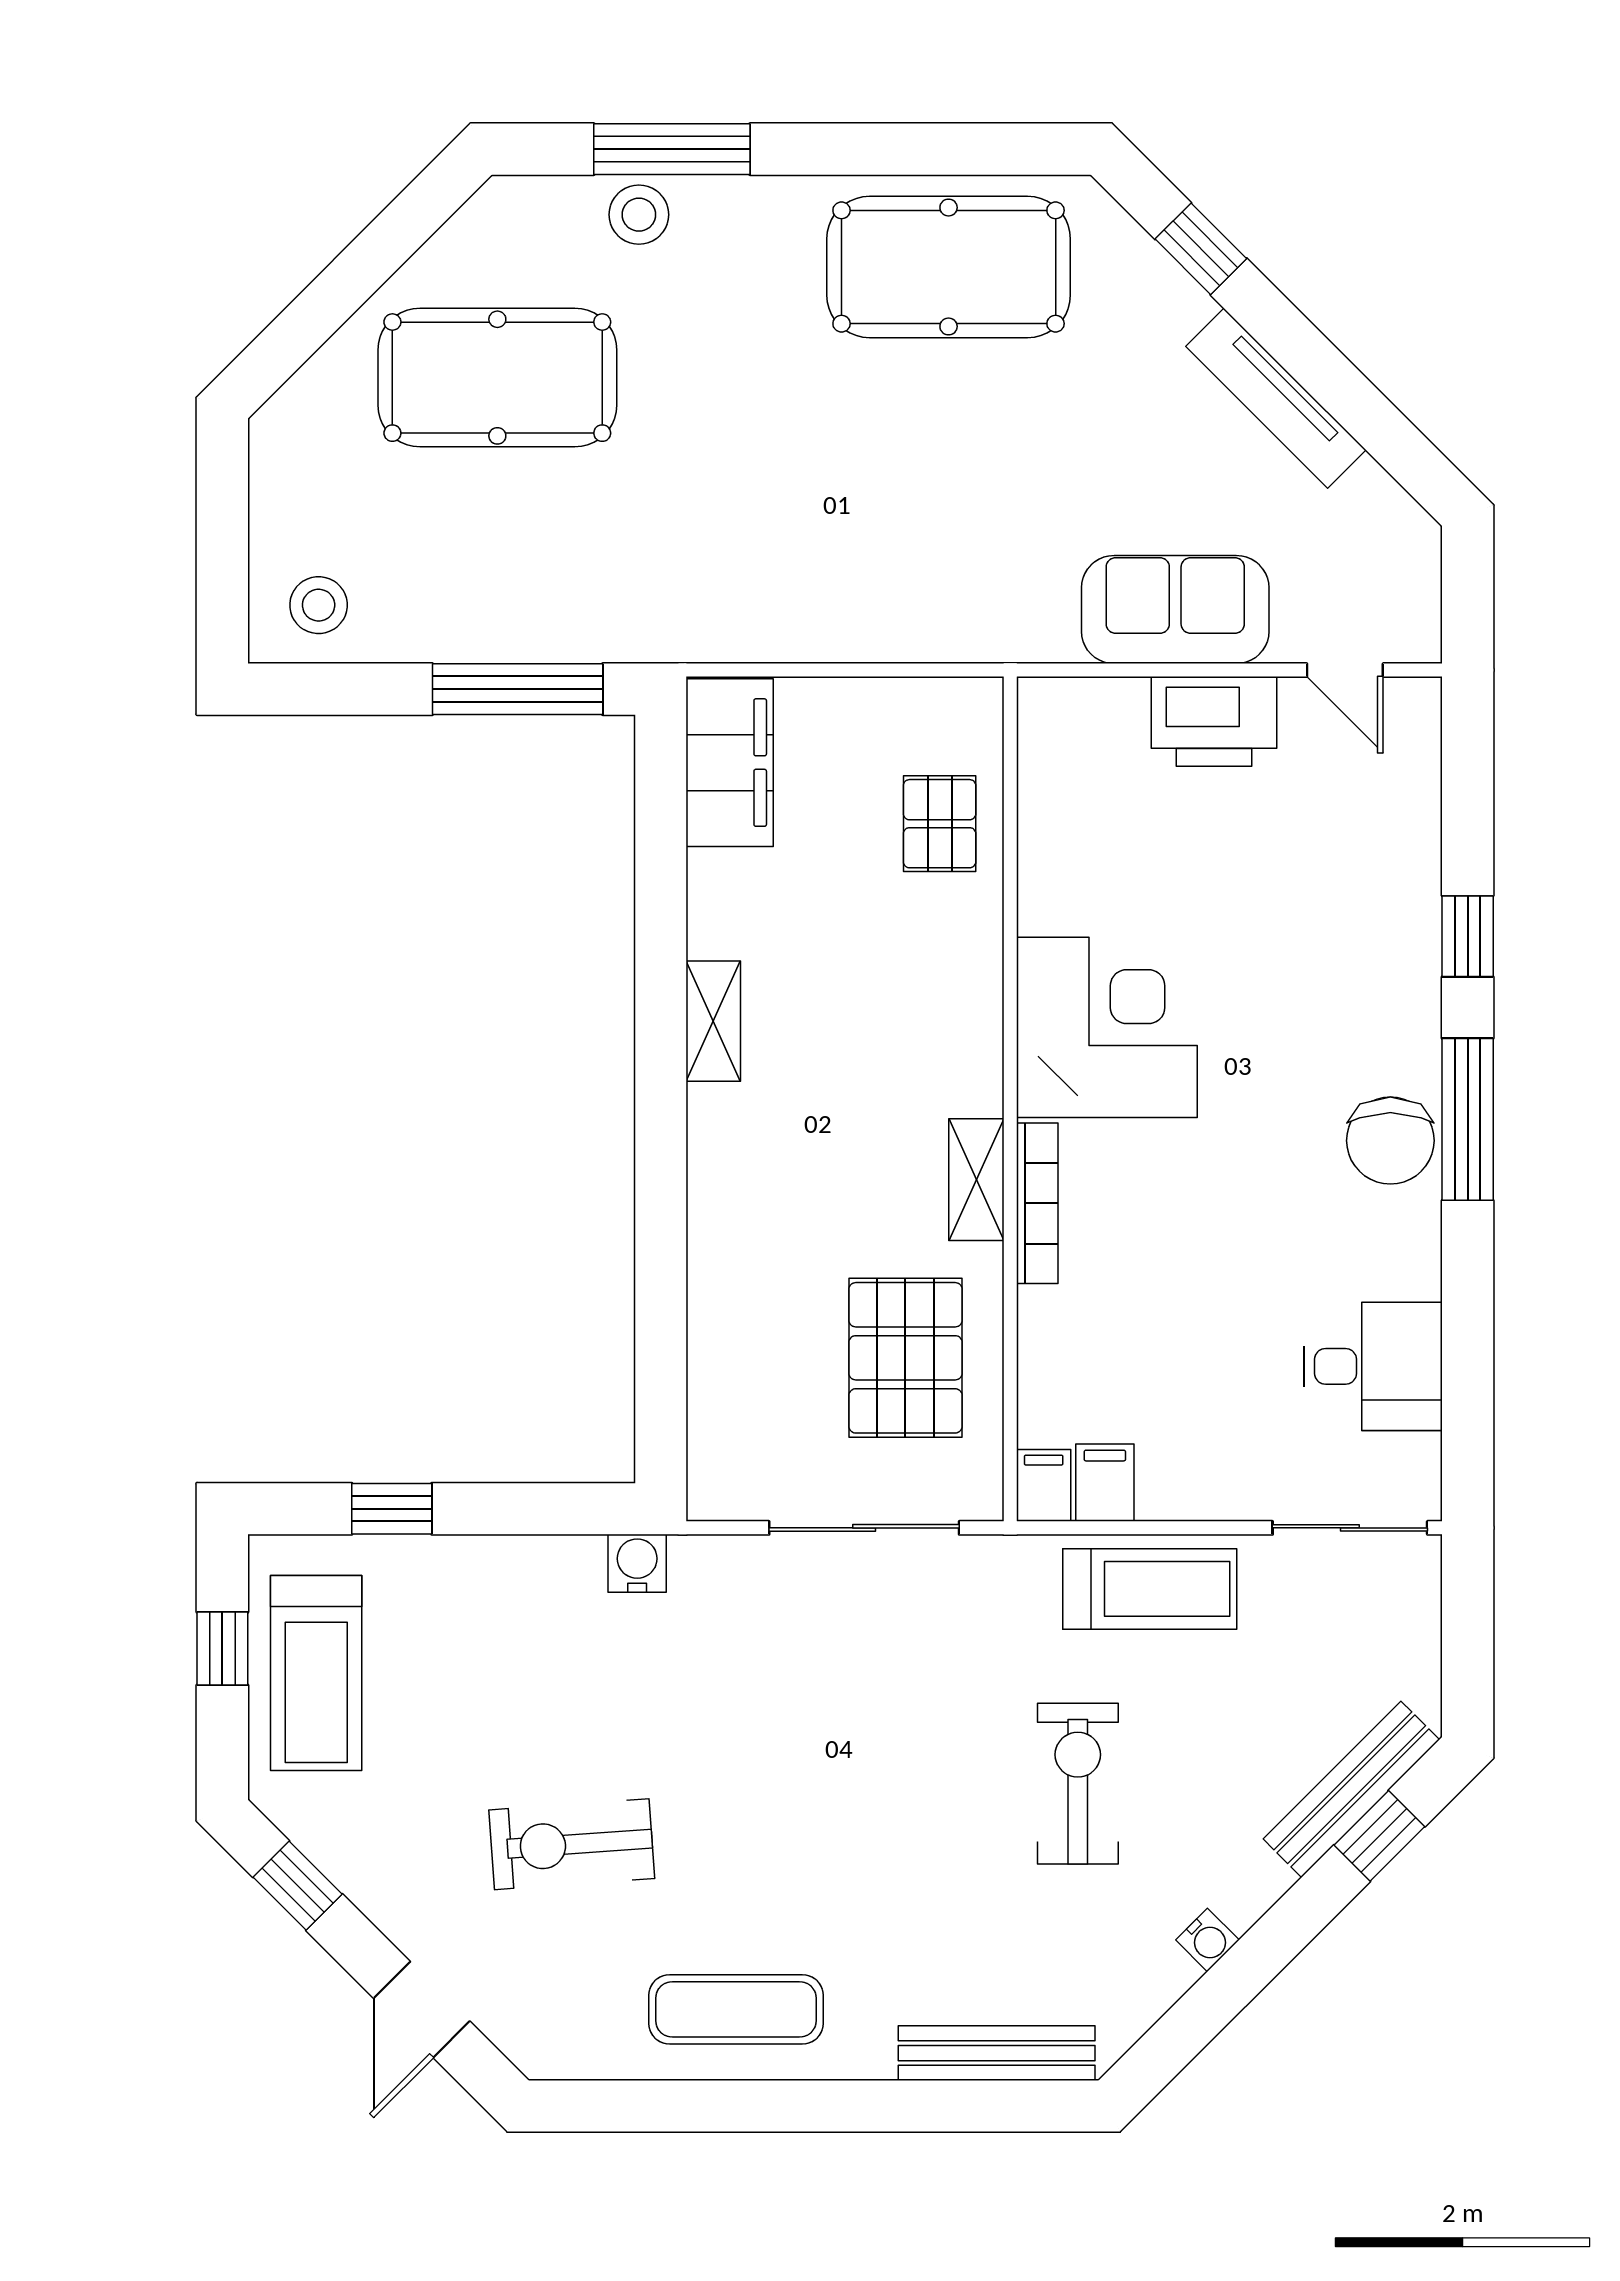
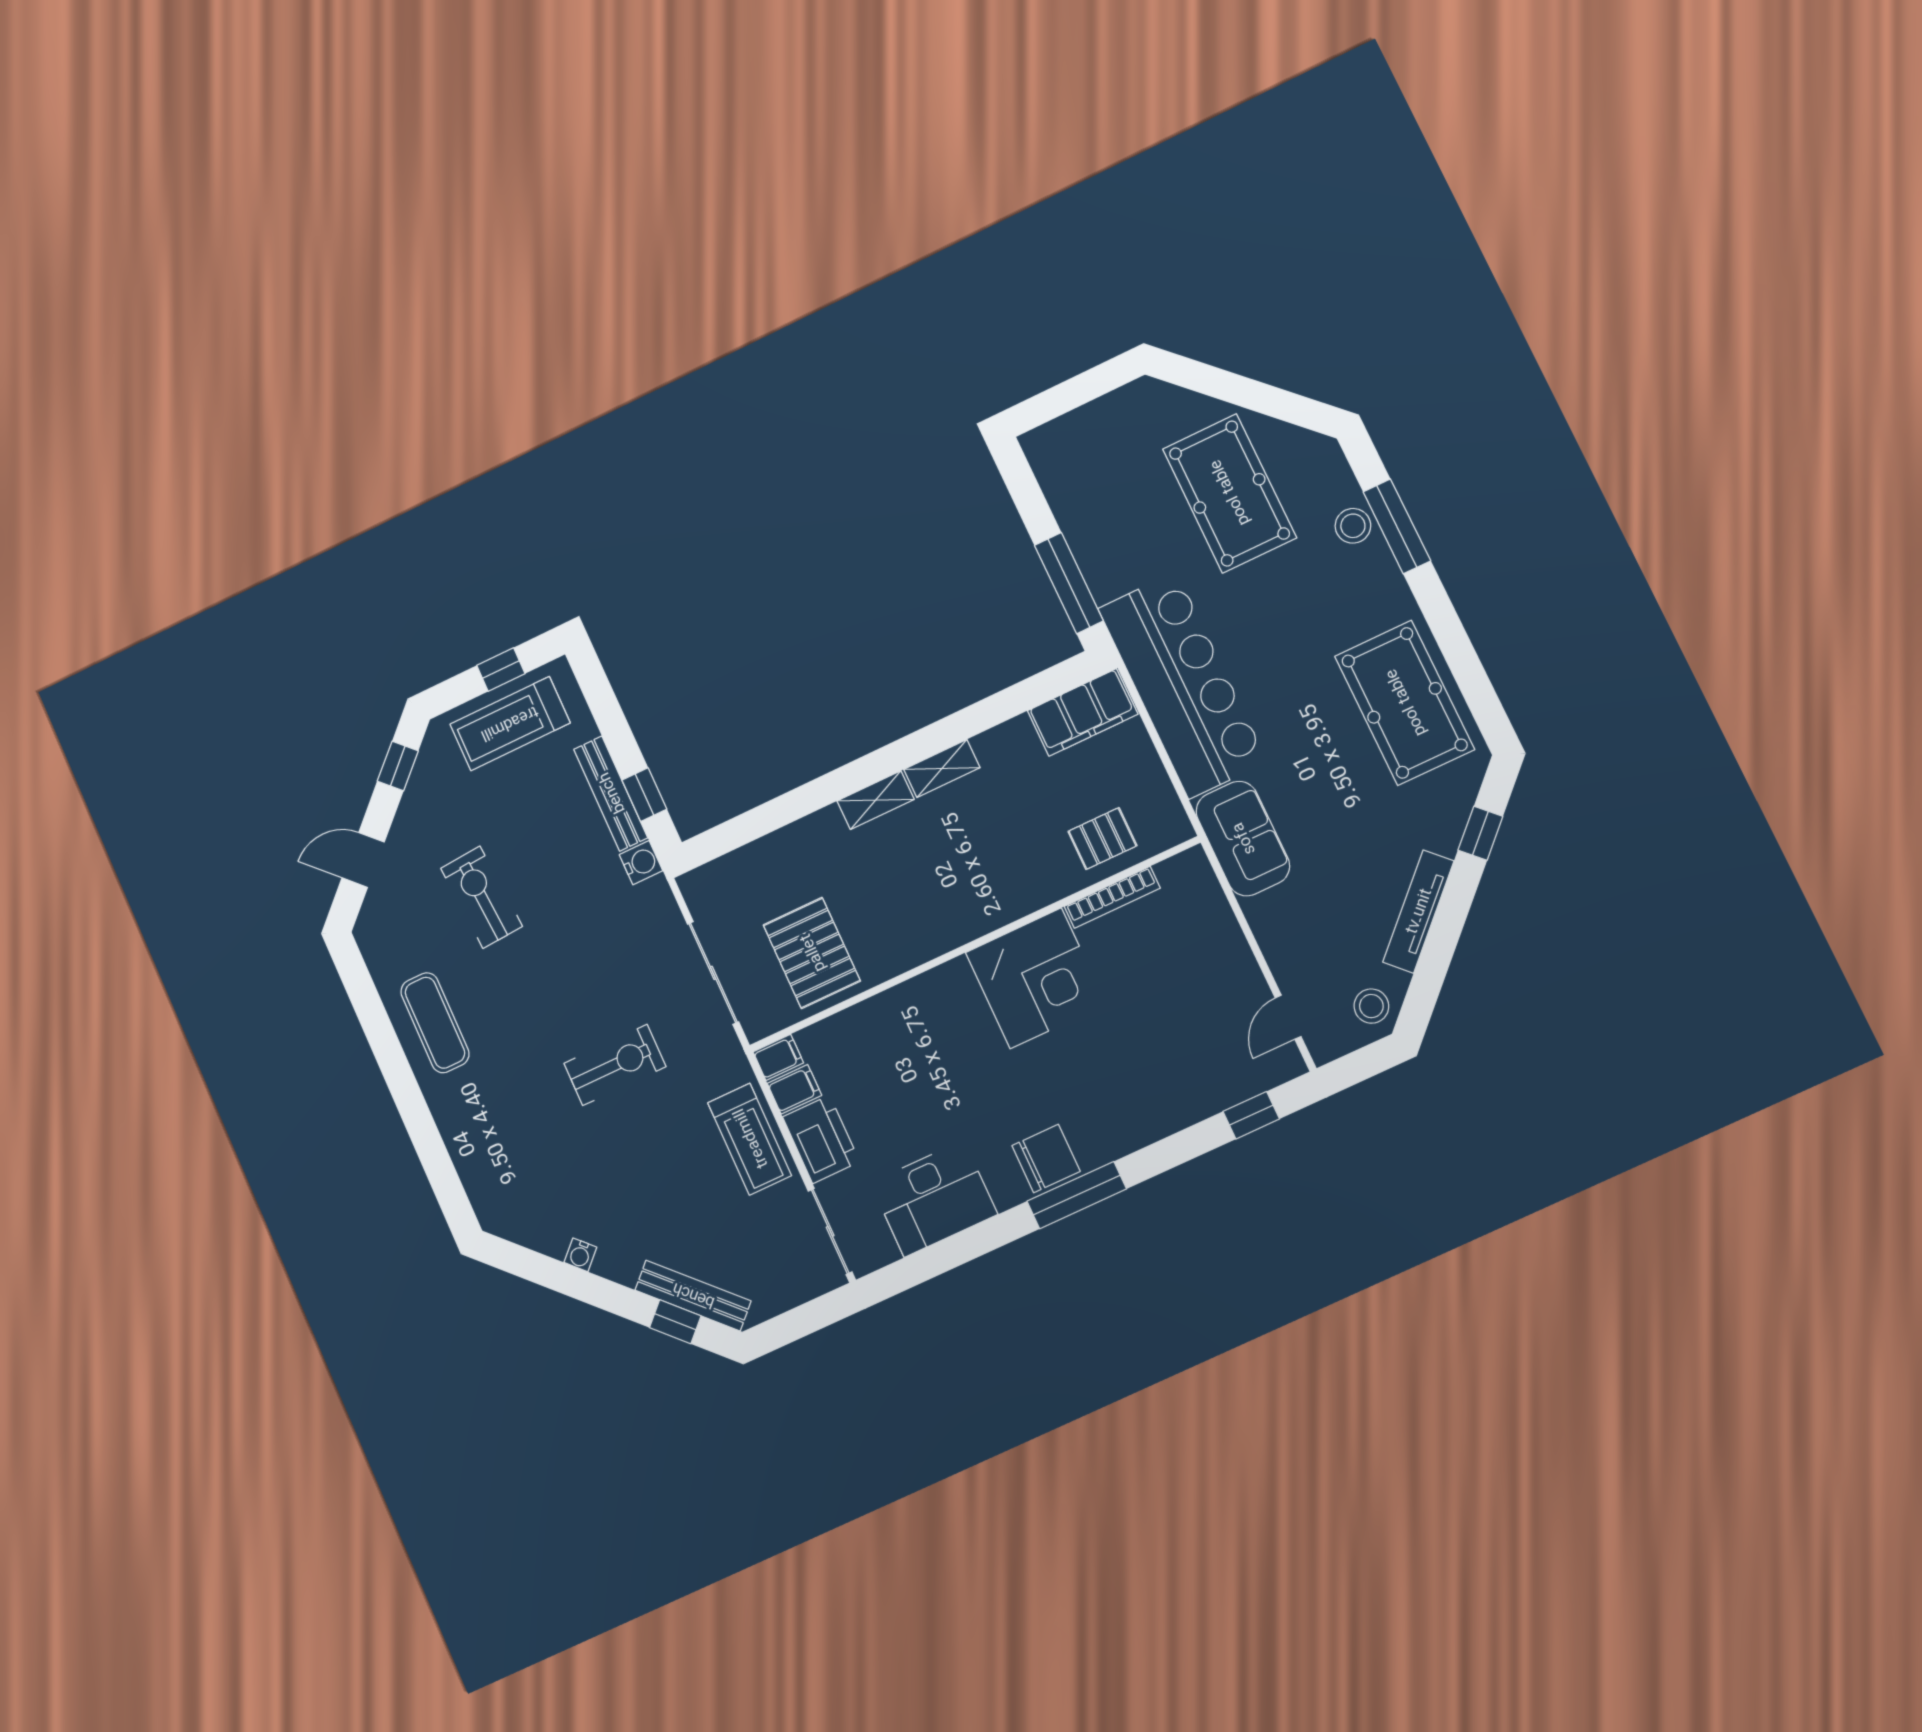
bar counter: (760, 590) -> (1182, 685), added
stool: (319, 605) -> (1371, 1006), moved
sofa: (1175, 610) -> (1243, 839), moved
printer: (1214, 721) -> (821, 1139), moved, turned 180
window: (1468, 936) -> (1251, 1115), moved
chair: (1390, 1141) -> (1046, 1158), turned 180
shelving: (976, 1180) -> (876, 800), moved
bookcase: (1037, 1203) -> (1112, 897), moved
pallet: (905, 1358) -> (812, 953), turned 90
desk: (1373, 1366) -> (934, 1199), width x1.37
window: (392, 1509) -> (644, 795), moved
exercise bike: (1078, 1784) -> (615, 1065), moved
bench: (997, 2053) -> (611, 793), moved

